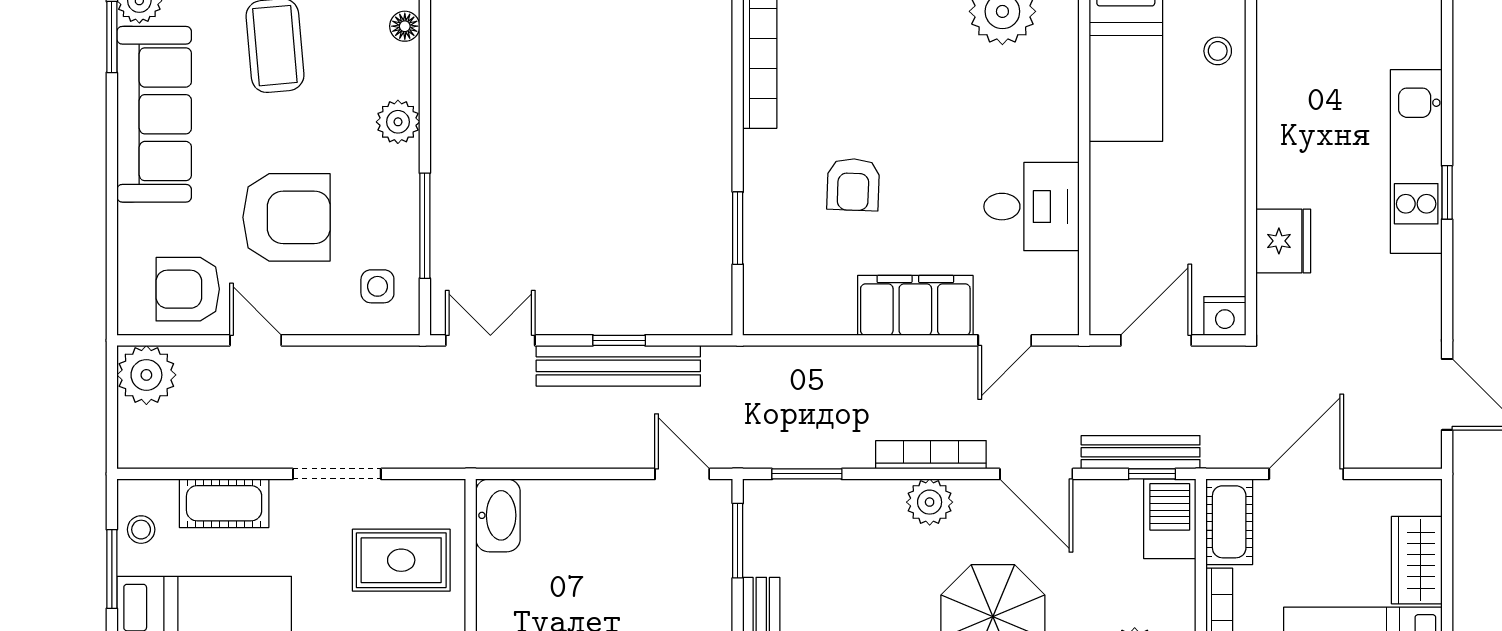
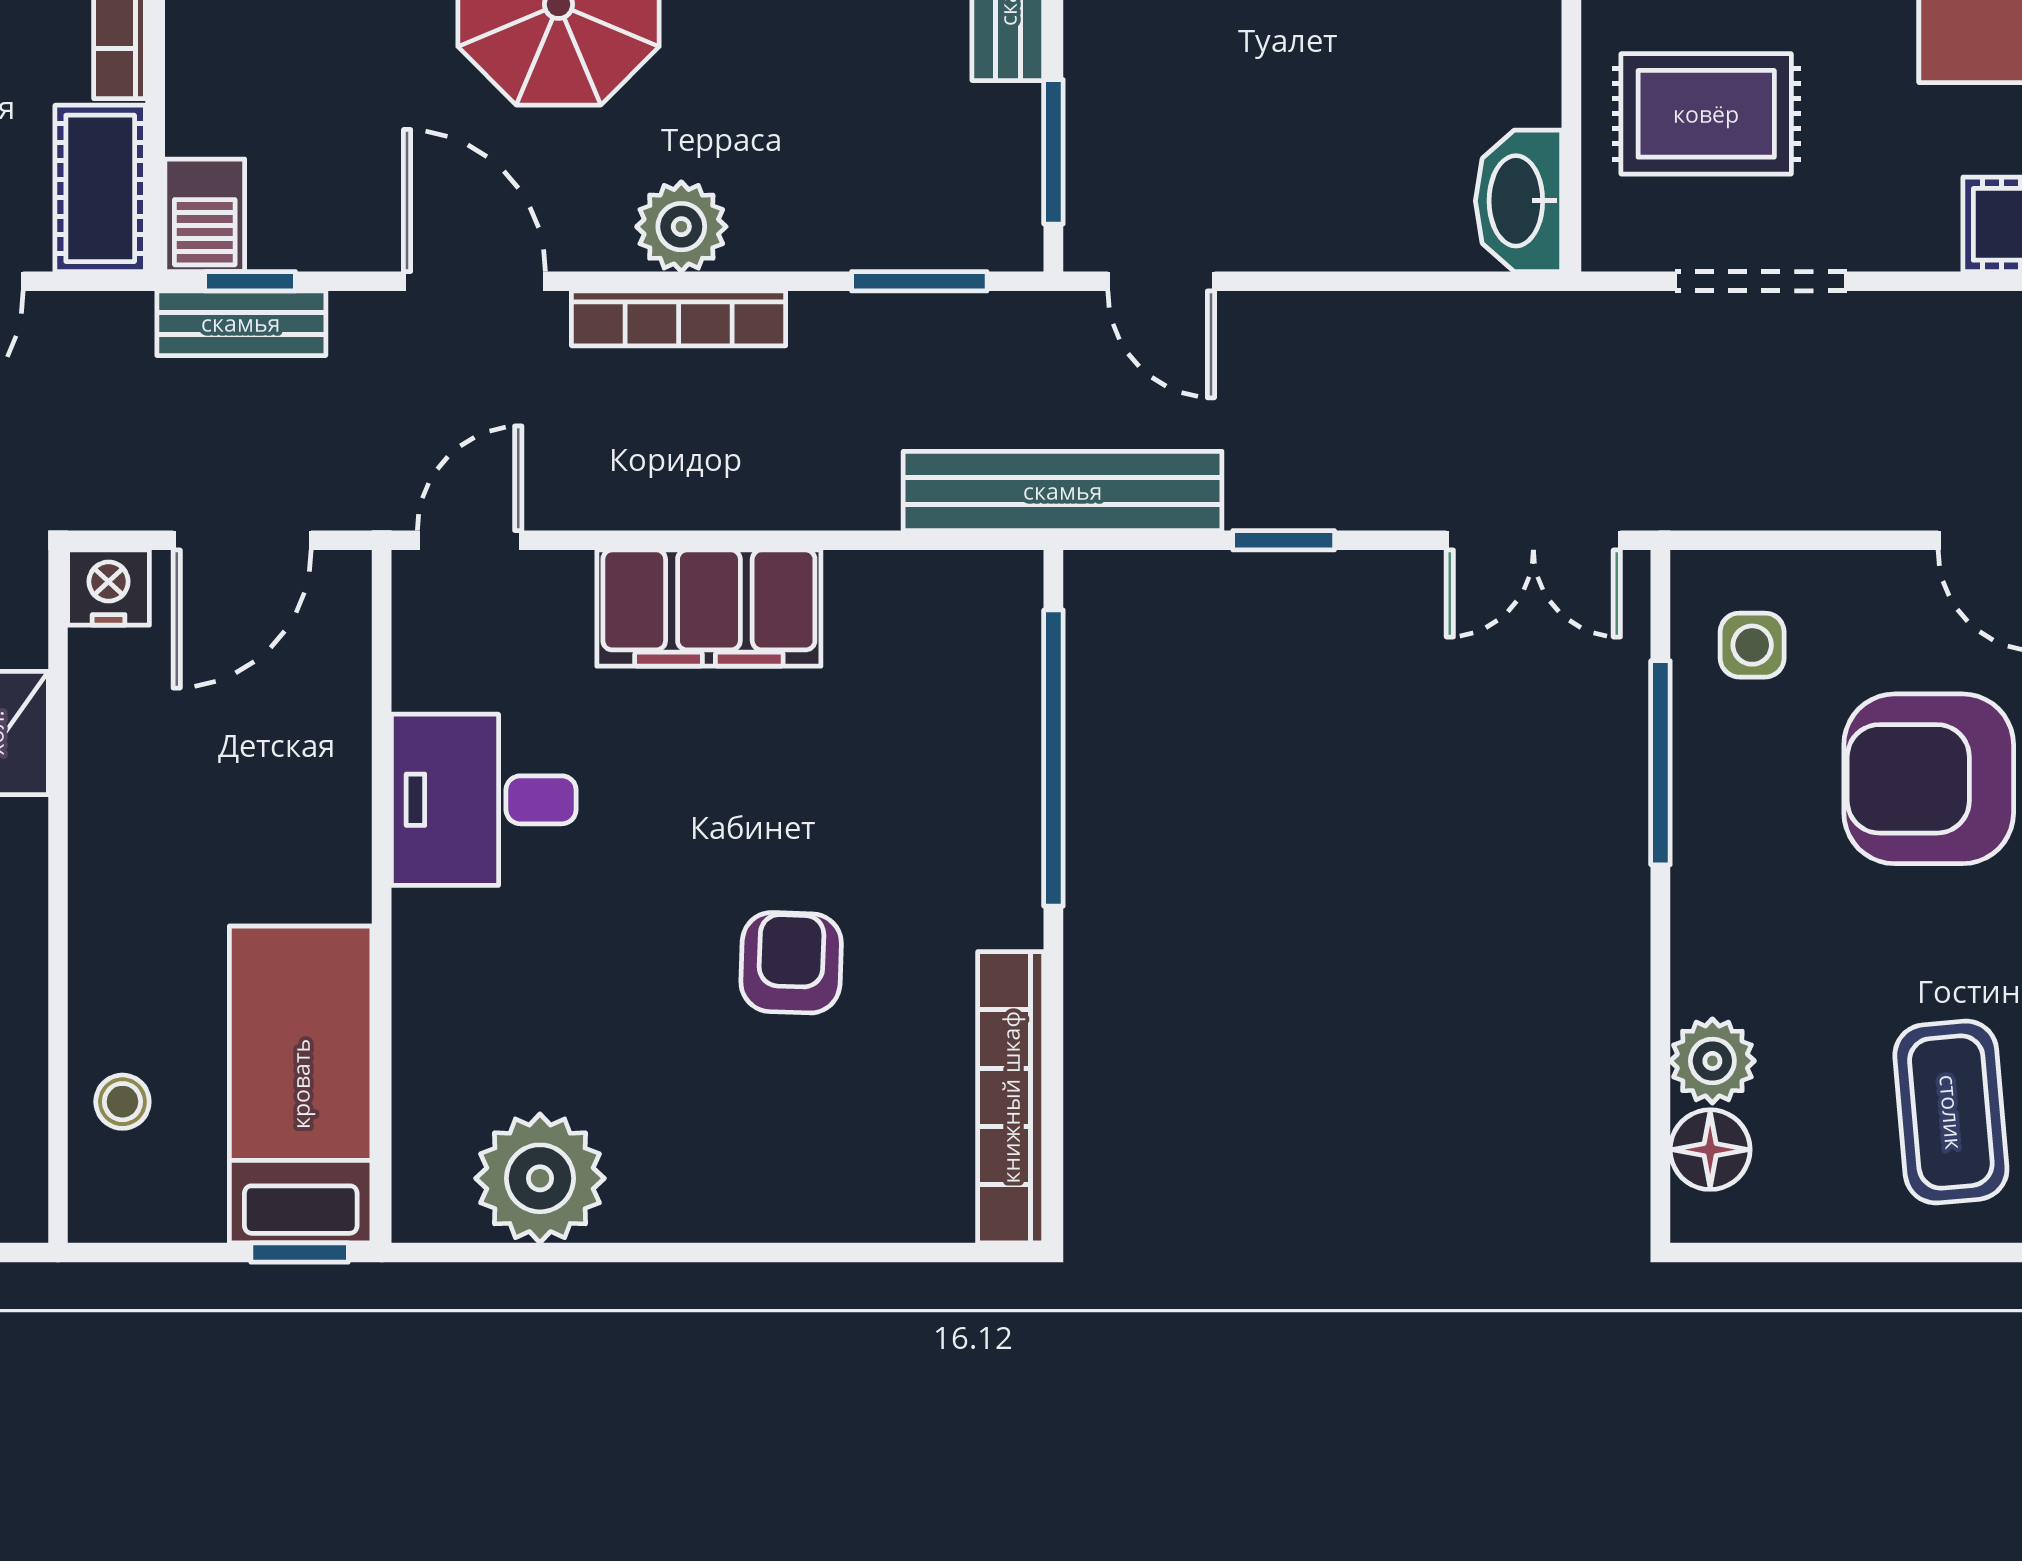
floor lamp: (405, 26) -> (1710, 1150), width x1.37, depth x1.37
plant: (398, 122) -> (1712, 1061), moved
armchair: (853, 185) -> (791, 963), moved
window: (738, 228) -> (1053, 758), width x2.11
door: (1005, 340) -> (470, 540), moved
bench: (618, 366) -> (1063, 491), moved
bench: (1141, 452) -> (241, 323), width x0.73
doorway: (337, 474) -> (1761, 281), moved
barbecue: (1170, 519) -> (205, 215), width x0.73, depth x0.79

